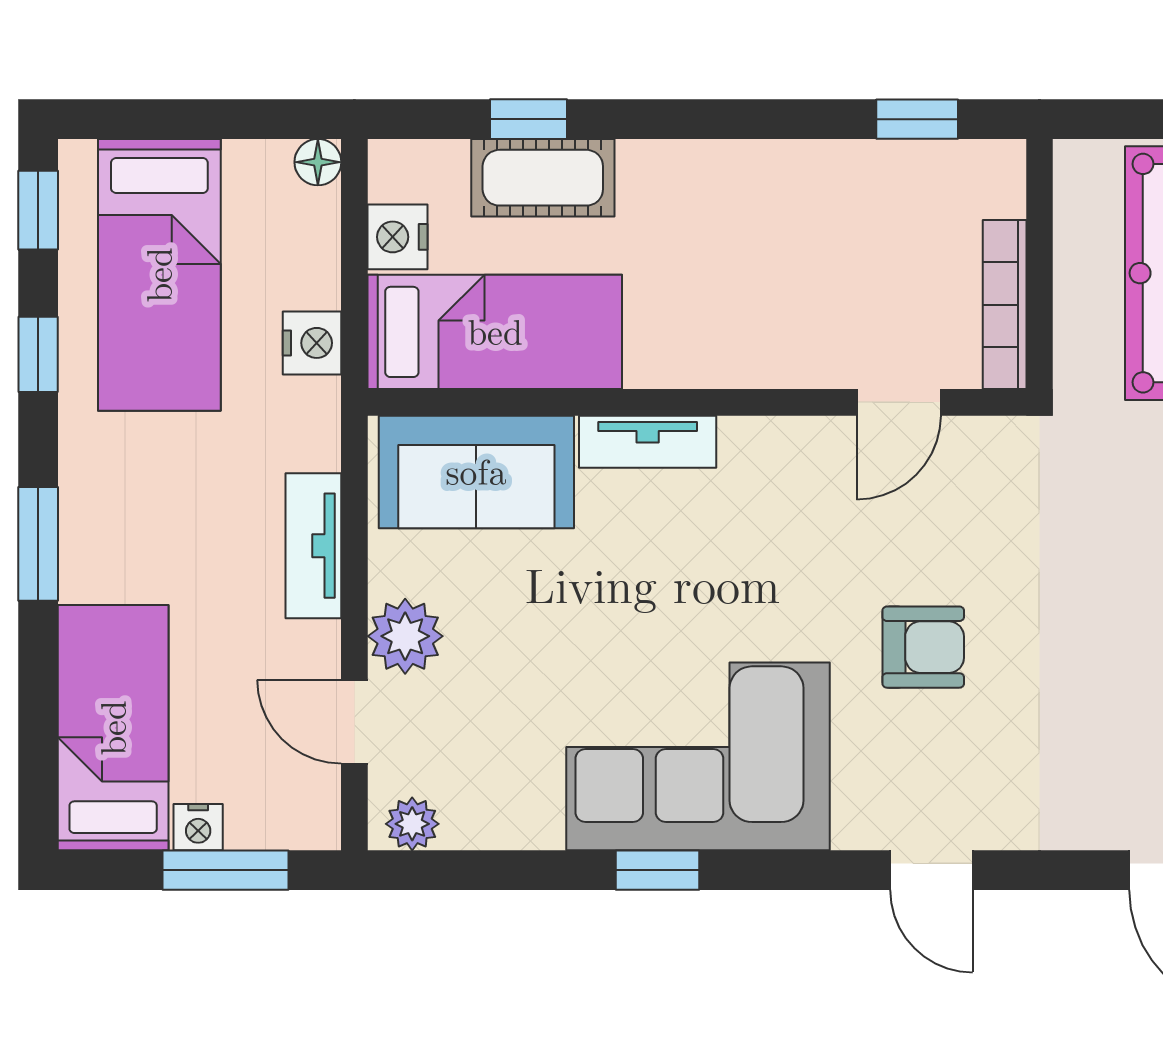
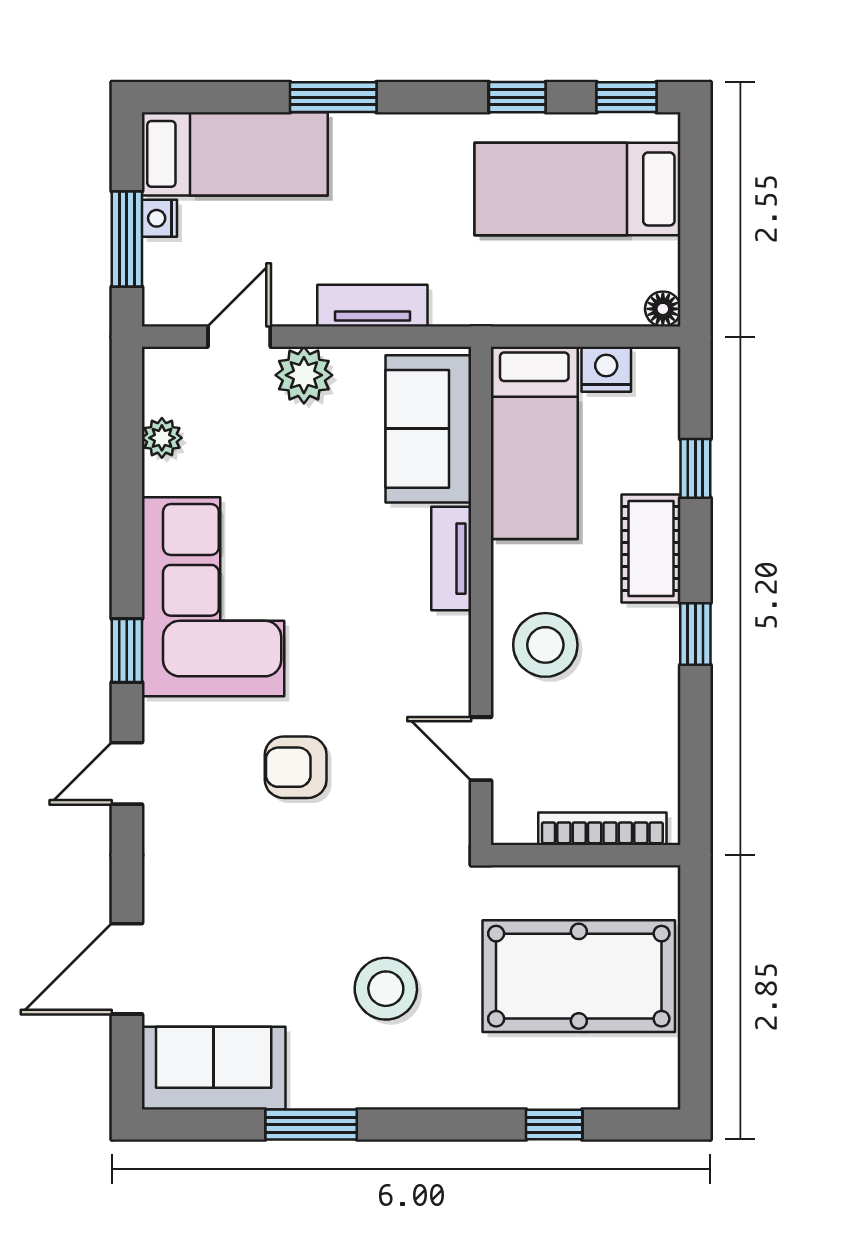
window: (917, 119) -> (695, 634), moved
cot: (543, 178) -> (651, 549), moved
bookcase: (1005, 305) -> (602, 829), moved
stool: (762, 317) -> (545, 645), added
nightstand: (312, 343) -> (526, 304), removed
window: (38, 544) -> (333, 97), moved
armchair: (923, 647) -> (296, 767), turned 90
plant: (412, 824) -> (162, 438), moved
window: (657, 870) -> (127, 650), moved

